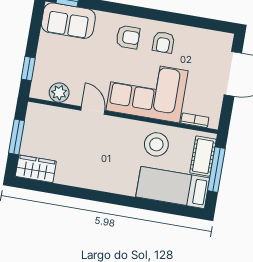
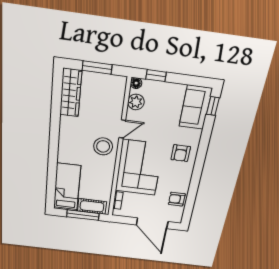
armchair: (163, 42) -> (177, 199), moved
floor lamp: (36, 92) -> (136, 83), added
stool: (156, 144) -> (103, 146), moved
wardrobe: (36, 169) -> (71, 93), width x1.50

